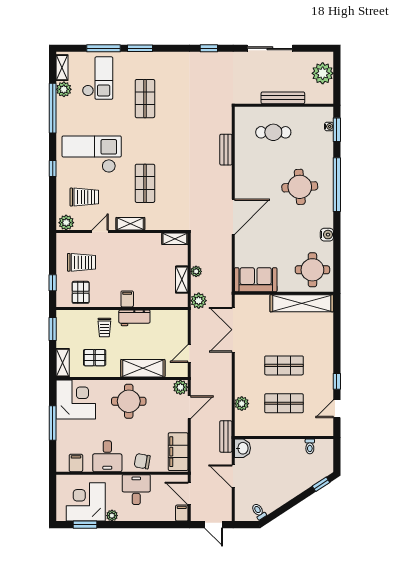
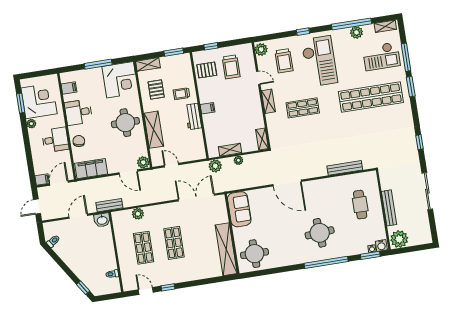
plant: (323, 73) -> (399, 239), moved
plant: (64, 89) -> (356, 32), moved
shop shelf: (145, 99) -> (371, 97), width x2.00, depth x1.36
bench: (226, 150) -> (345, 168), width x1.36
water cooler: (327, 235) -> (381, 245), moved

